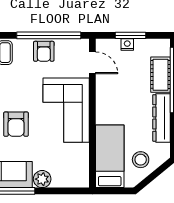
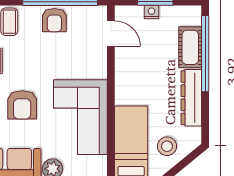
corner sofa: (66, 110) -> (80, 117), moved

